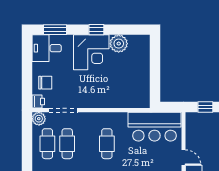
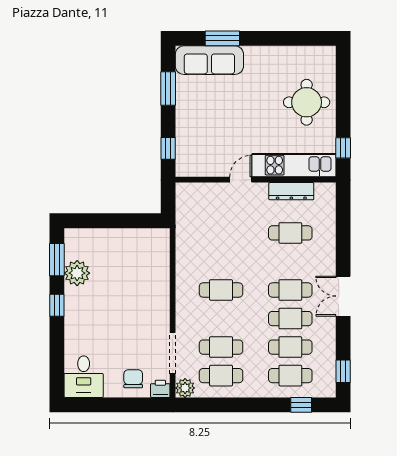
window: (55, 30) -> (57, 260), moved
corner desk: (91, 52) -> (90, 313), removed
bar counter: (155, 127) -> (196, 222), removed

